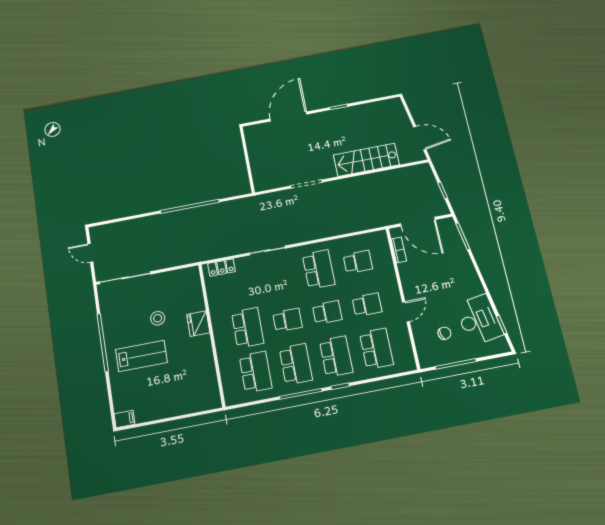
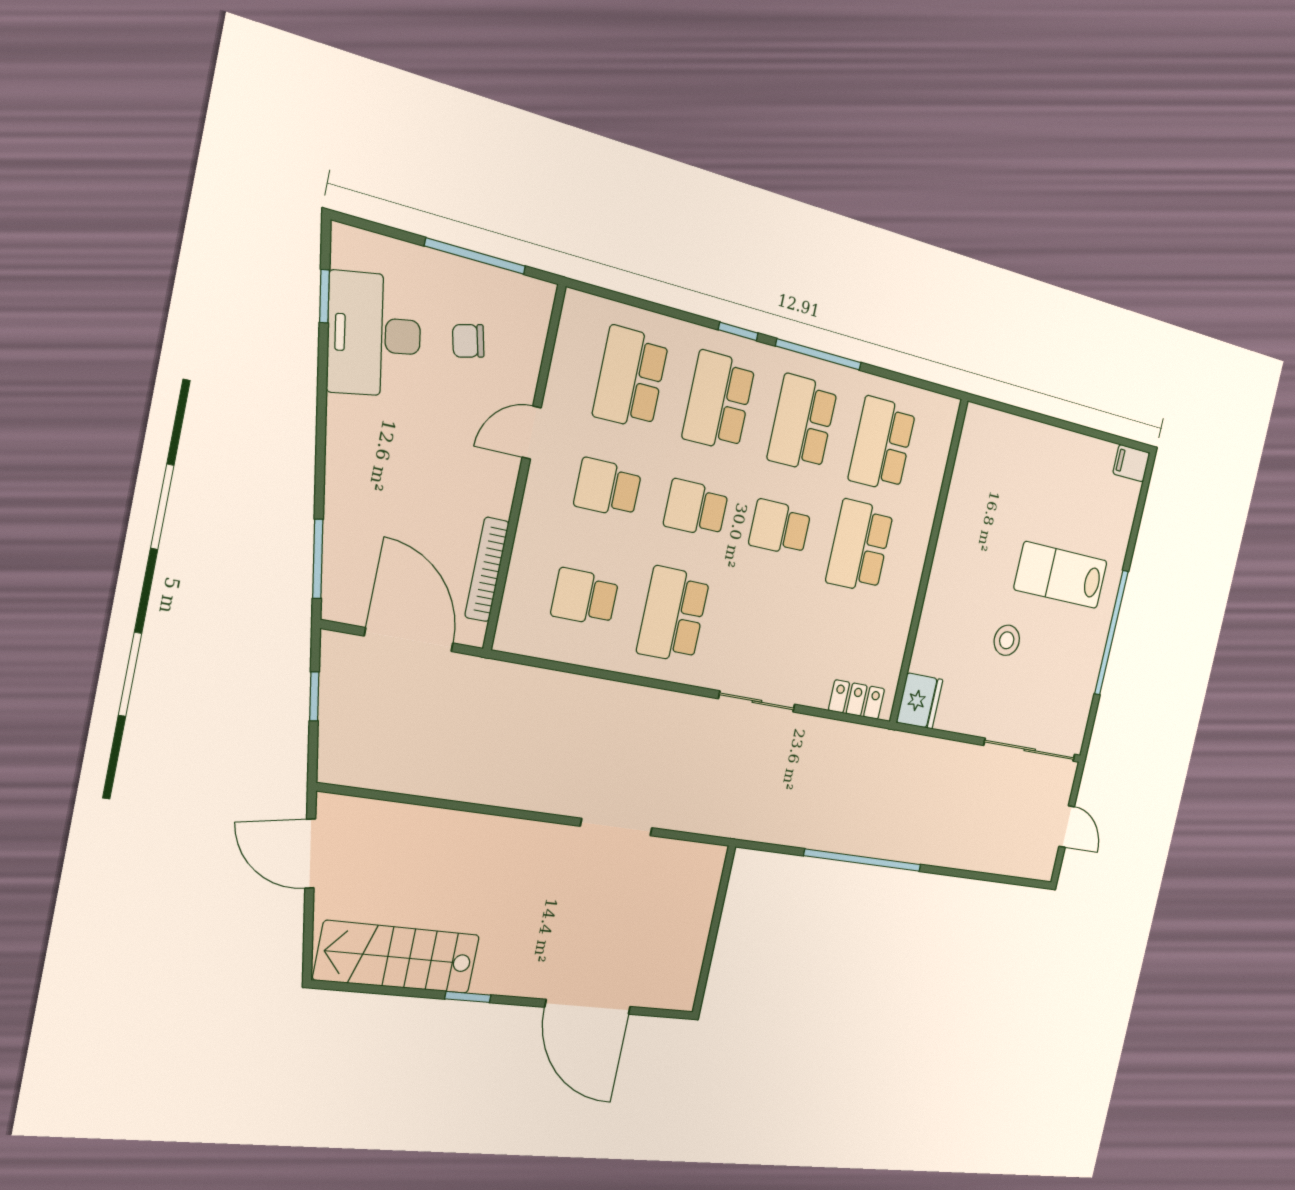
door: (288, 116) -> (588, 1007), hinge flipped
stairs: (366, 160) -> (397, 957), moved, turned 180
bookcase: (399, 250) -> (487, 569), width x1.56
fridge: (198, 324) -> (920, 701), moved

